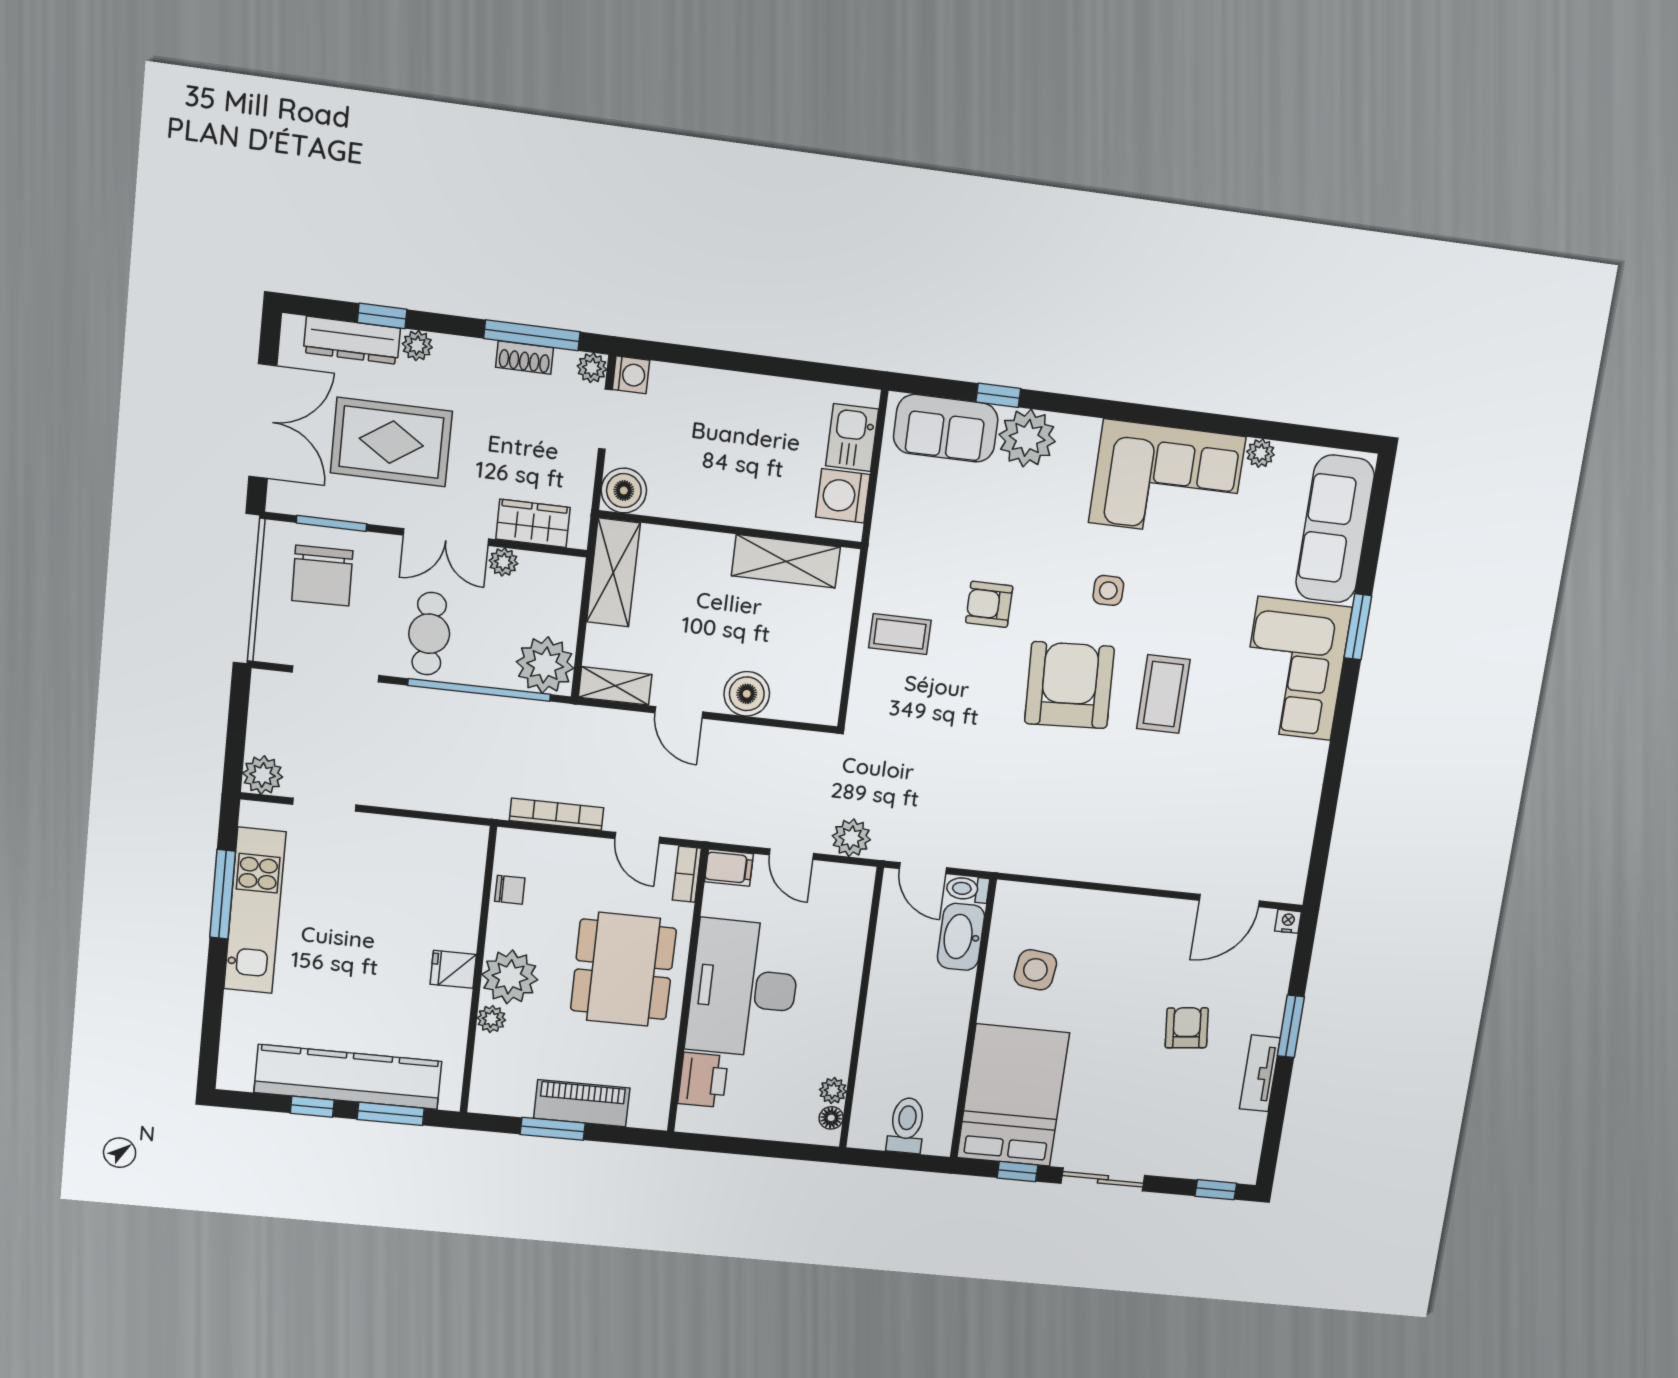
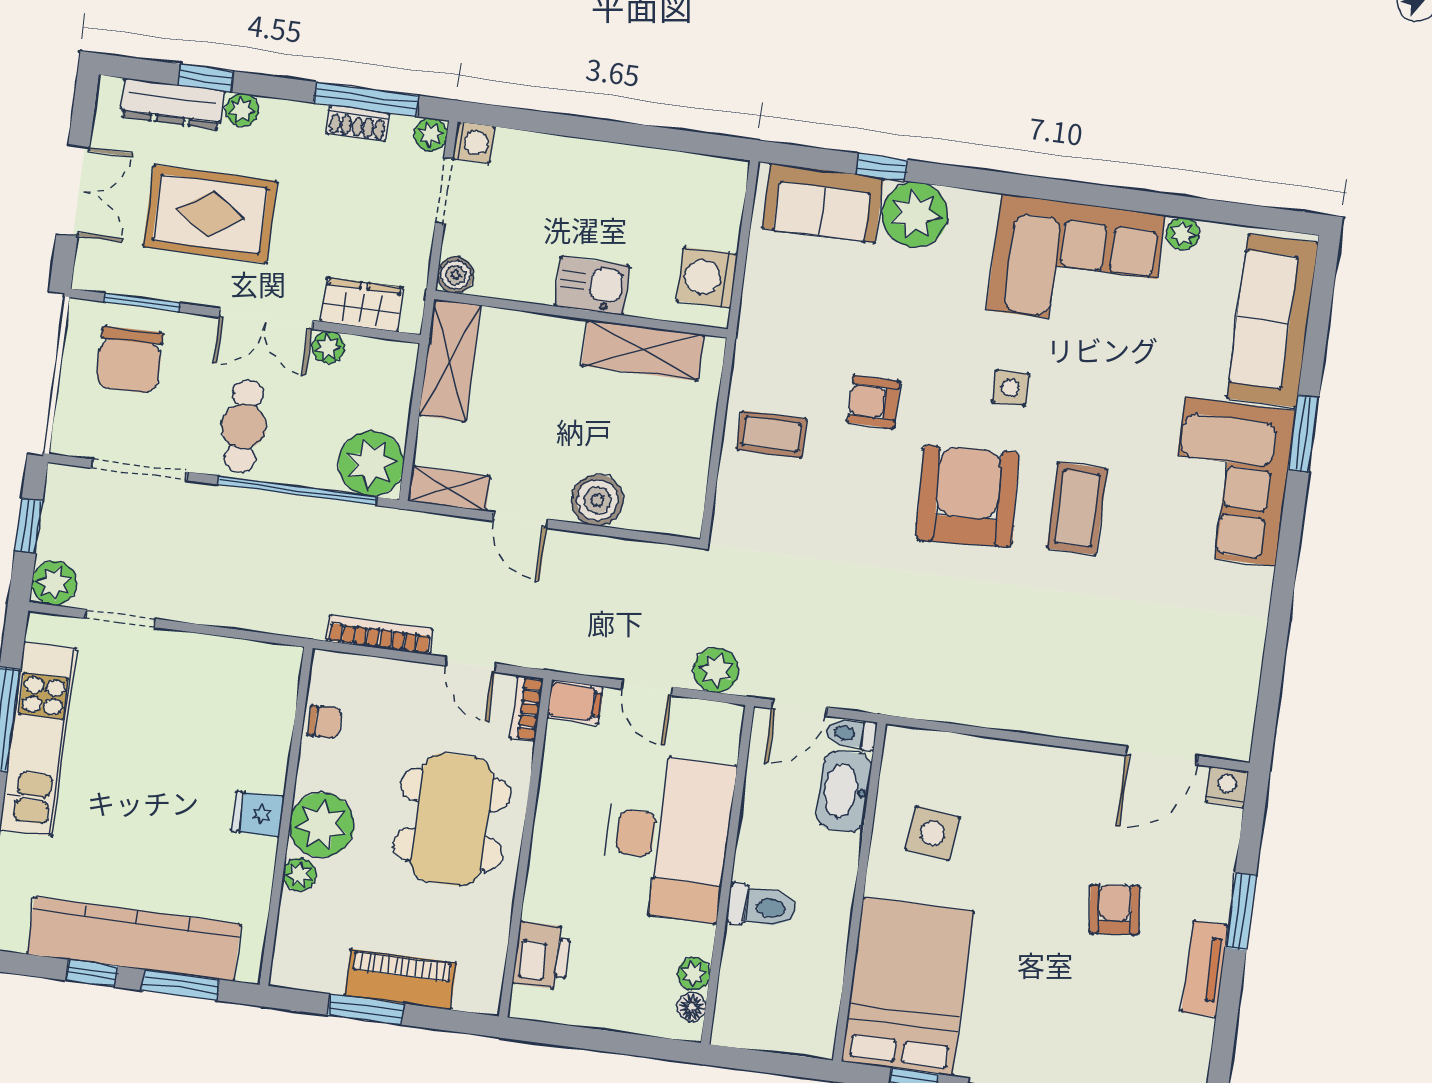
double door: (263, 421) -> (73, 190), width x0.73
kitchen sink: (852, 438) -> (592, 286), moved, turned 90
boiler: (624, 491) -> (456, 275), width x0.73, depth x0.73
window: (237, 725) -> (29, 526), added
door: (923, 868) -> (799, 708), hinge flipped
nightstand: (1288, 921) -> (1227, 786), width x1.39, depth x1.35
desk: (744, 988) -> (668, 837), moved, turned 180
toilet: (906, 1125) -> (762, 907), moved, turned 90

